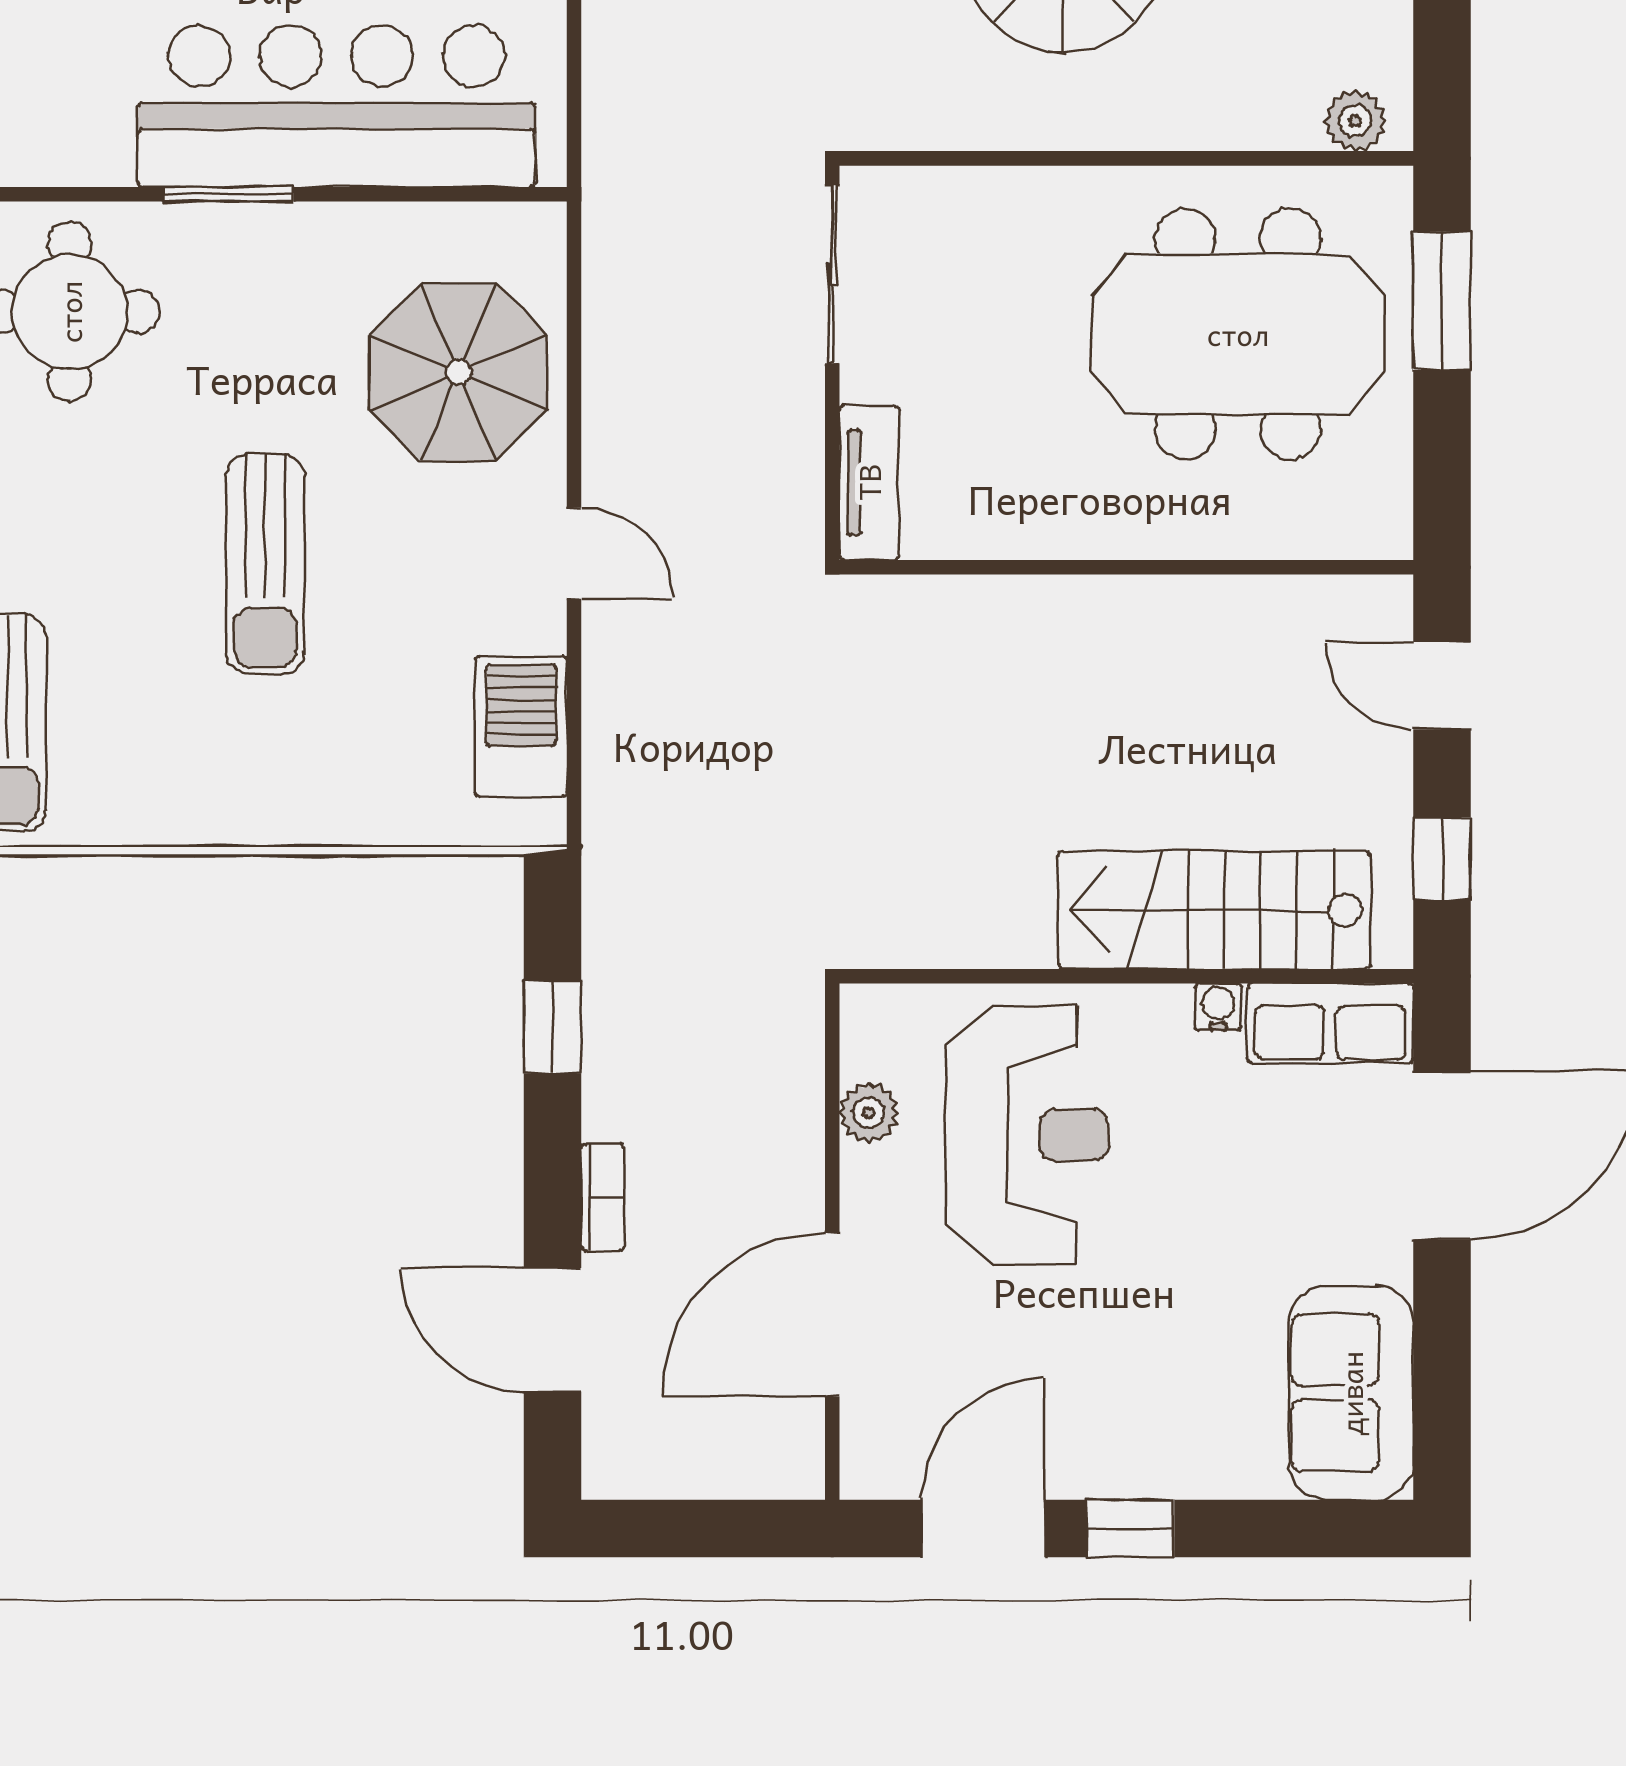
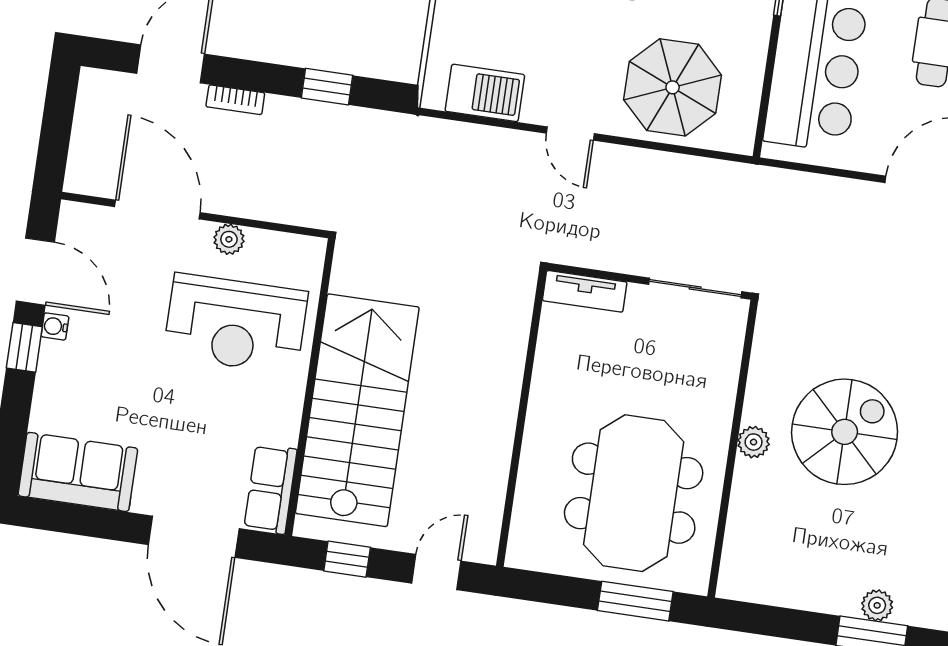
plant: (1355, 121) -> (754, 442), moved
door: (574, 553) -> (570, 133), hinge flipped
stairs: (1214, 910) -> (357, 410), width x1.36, depth x1.51
water cooler: (1218, 1007) -> (55, 326), moved, turned 180
plant: (869, 1113) -> (229, 239), moved

